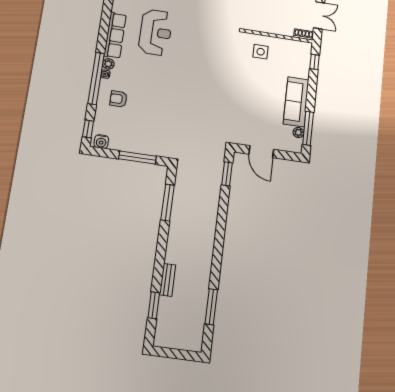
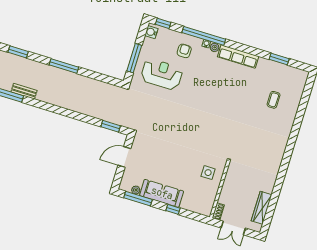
reception desk: (156, 32) -> (162, 74), moved, turned 180
window: (315, 62) -> (173, 209), moved
window: (168, 203) -> (64, 66), moved
bench: (168, 280) -> (24, 91), moved

